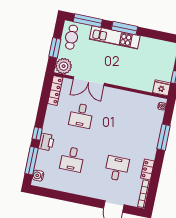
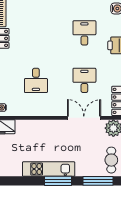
kitchen unit: (115, 37) -> (49, 169), moved
desk: (117, 168) -> (36, 80), moved

